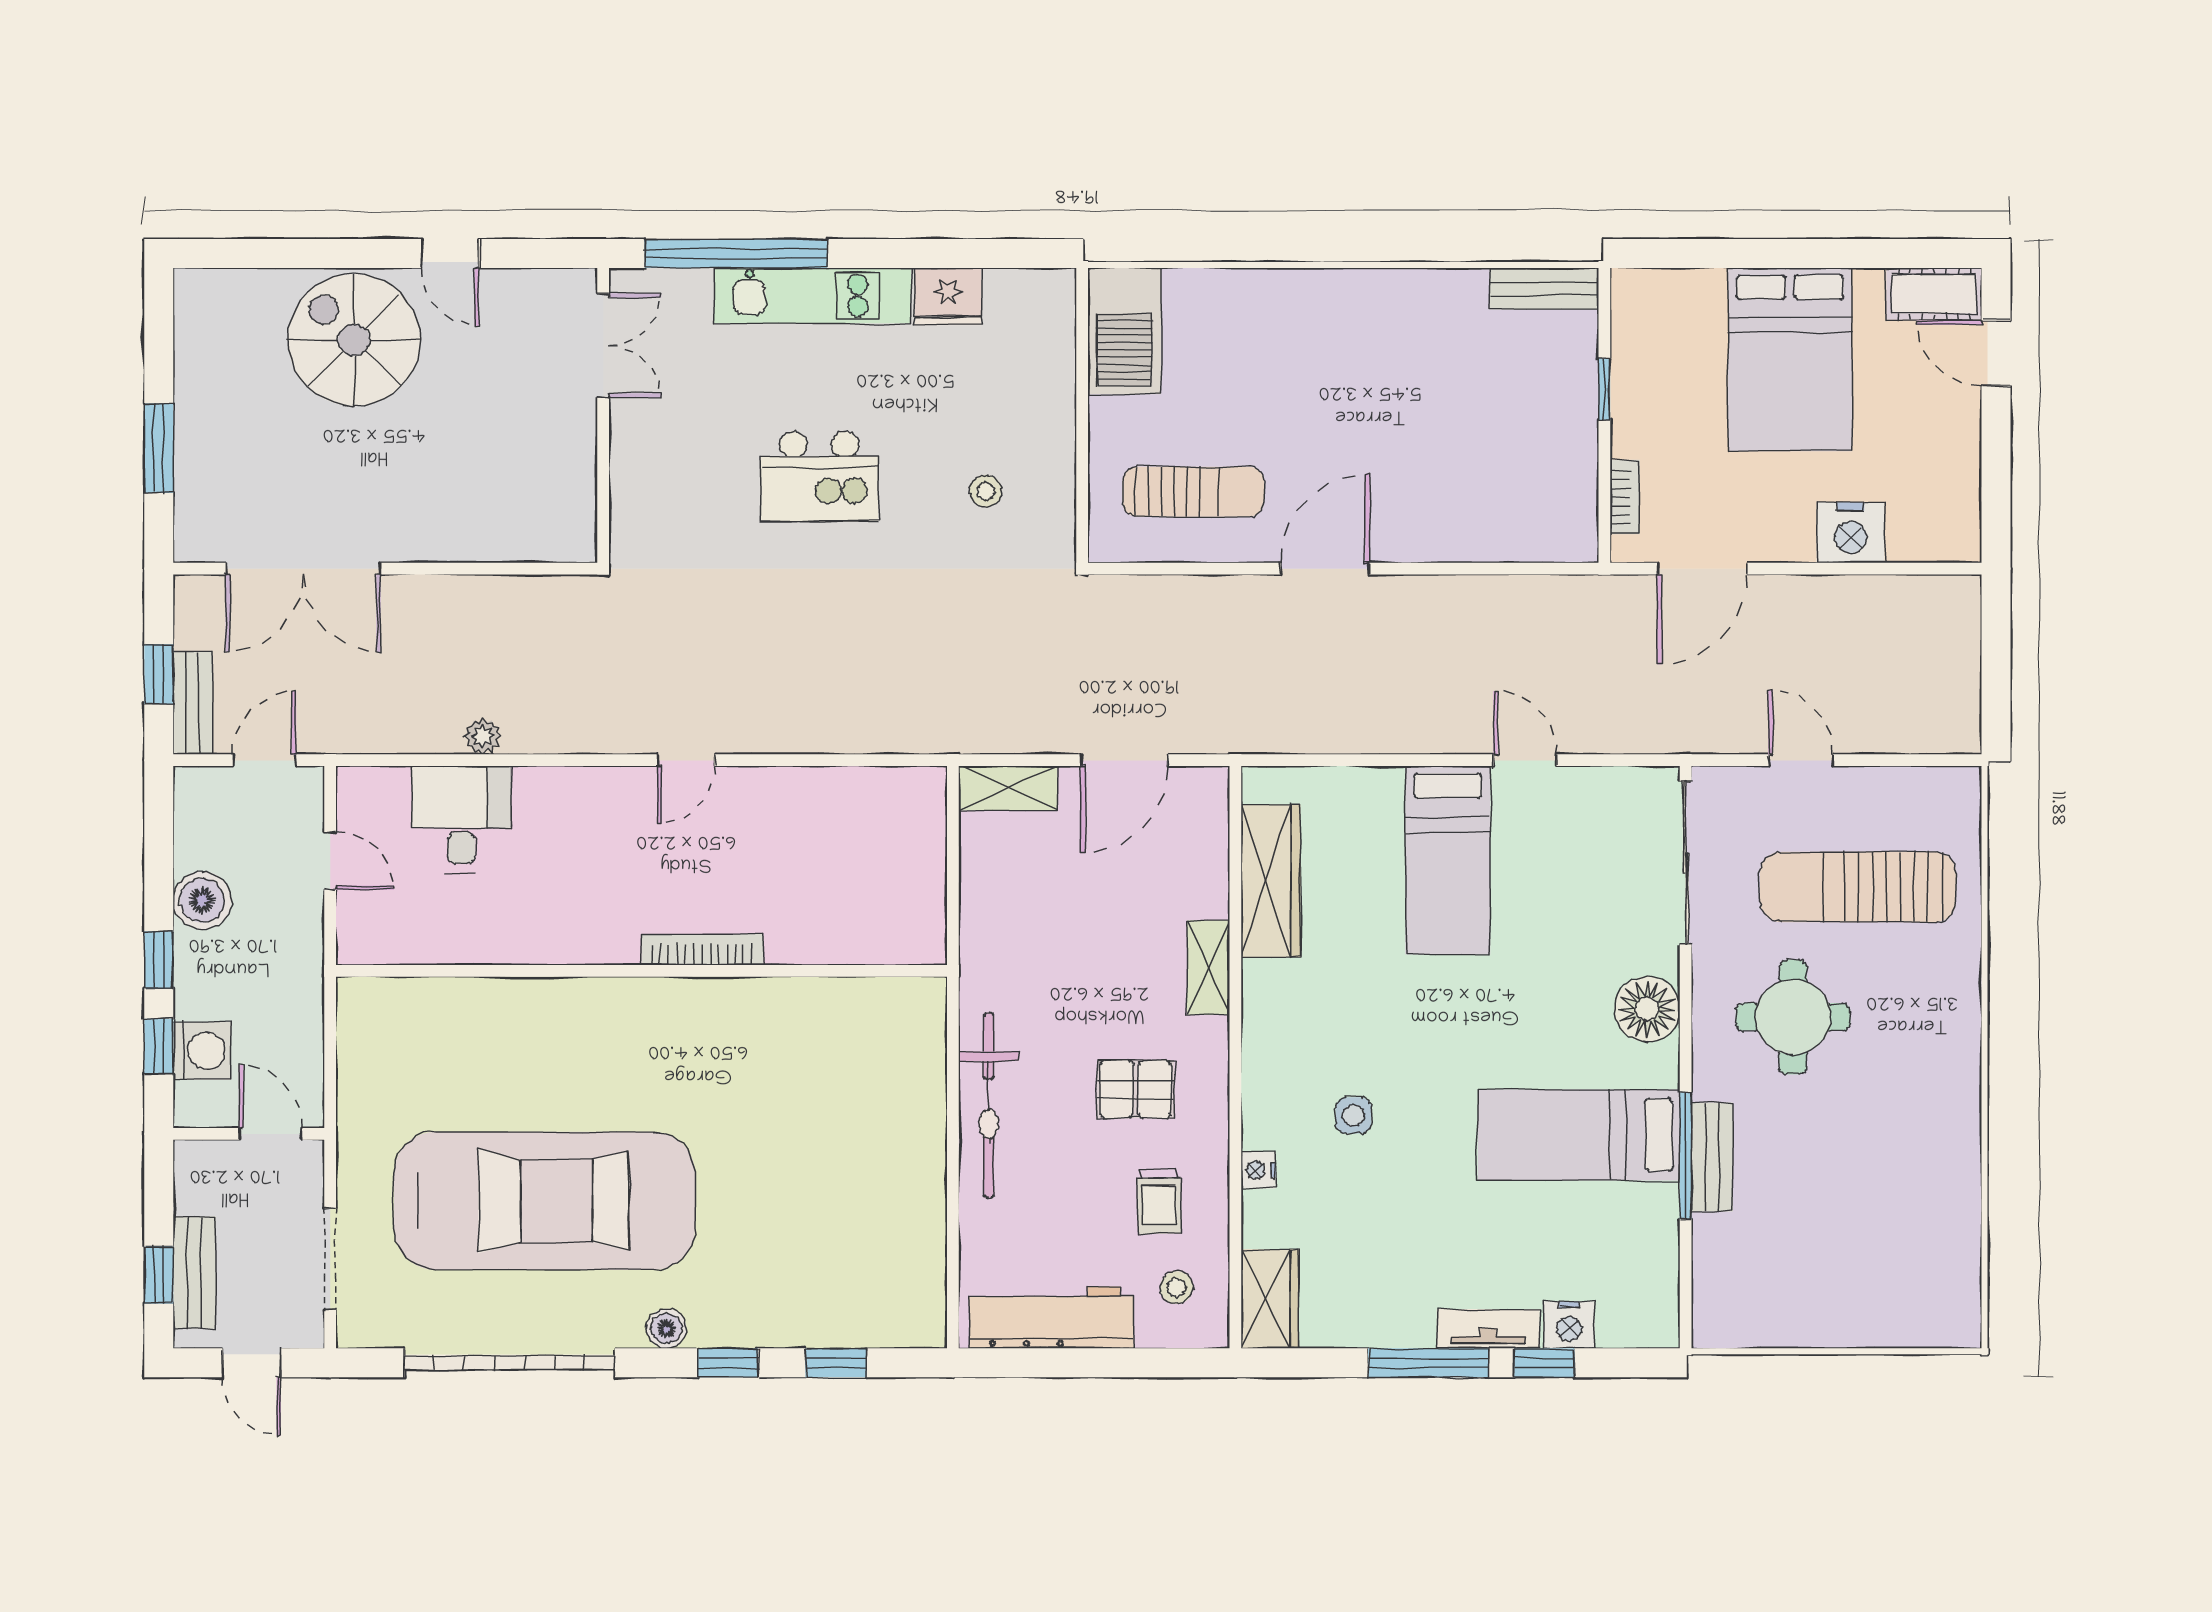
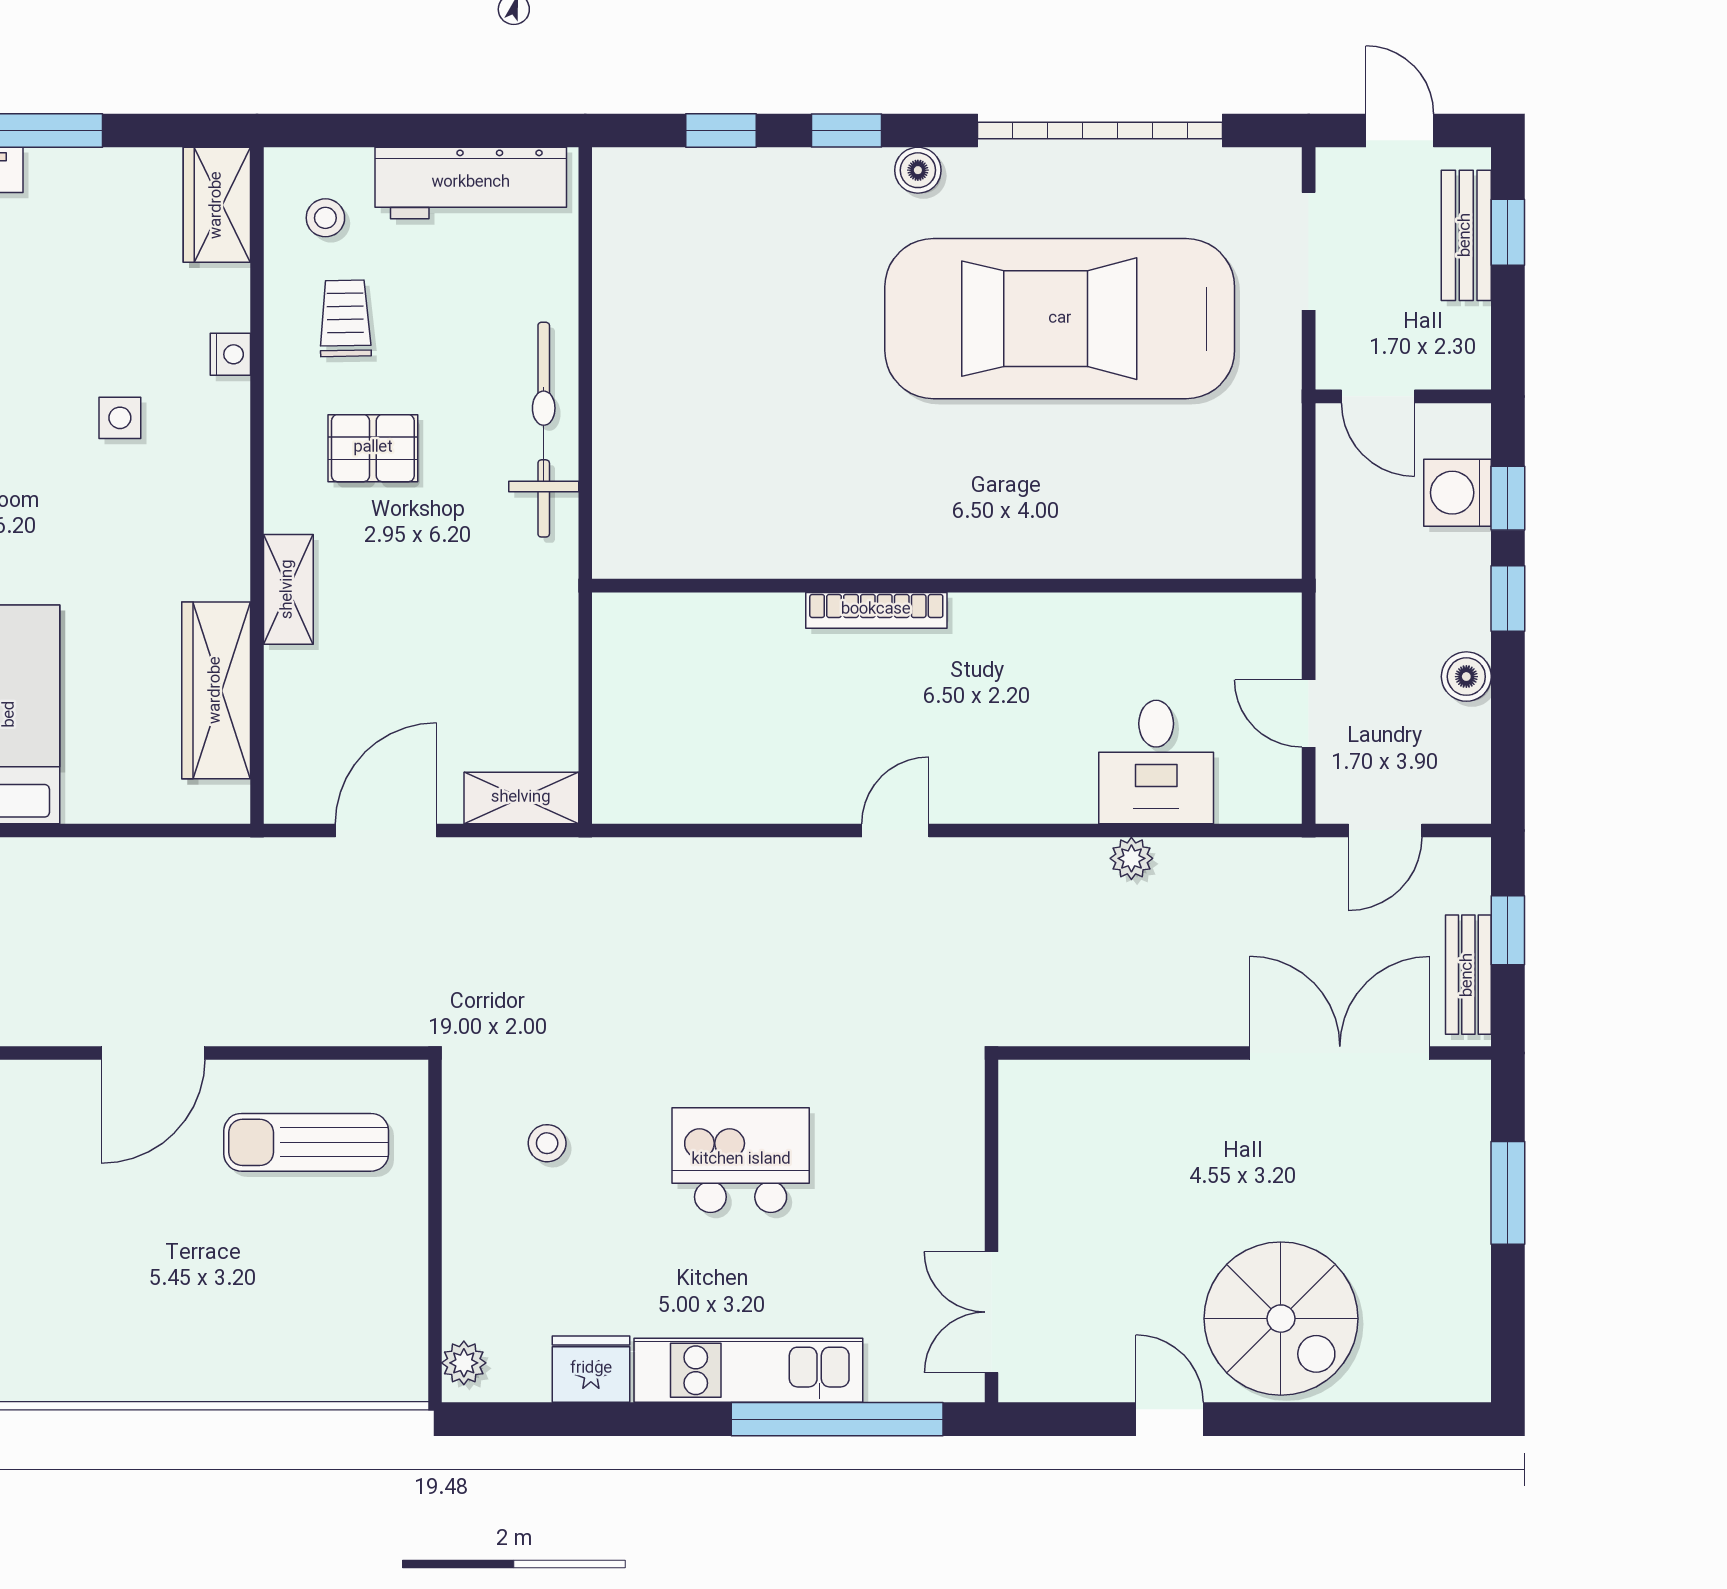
plant: (1057, 302) -> (464, 1363), added
barbecue: (1124, 331) -> (386, 1329), removed
bench: (193, 703) -> (1468, 975), moved
boiler: (202, 900) -> (1466, 677), width x0.73, depth x0.73

